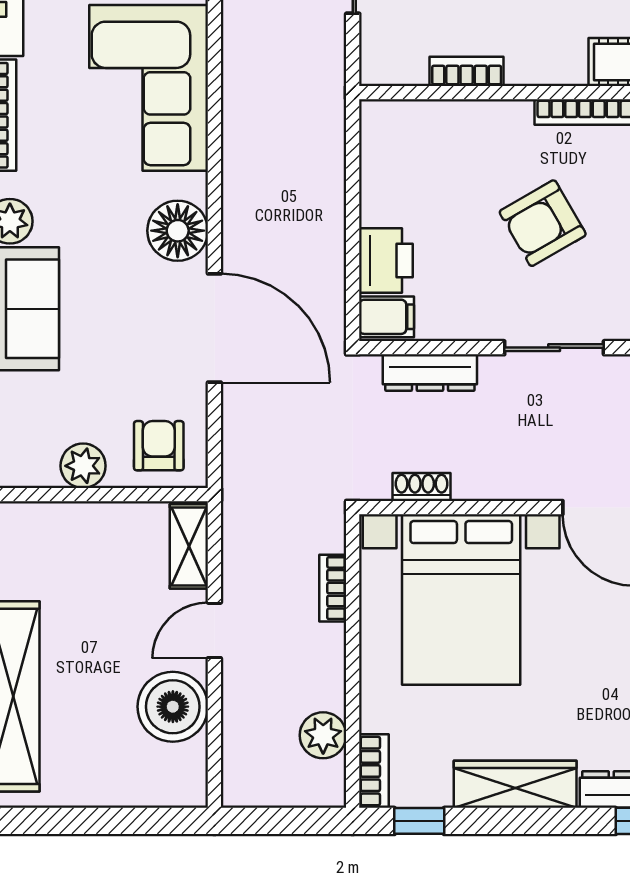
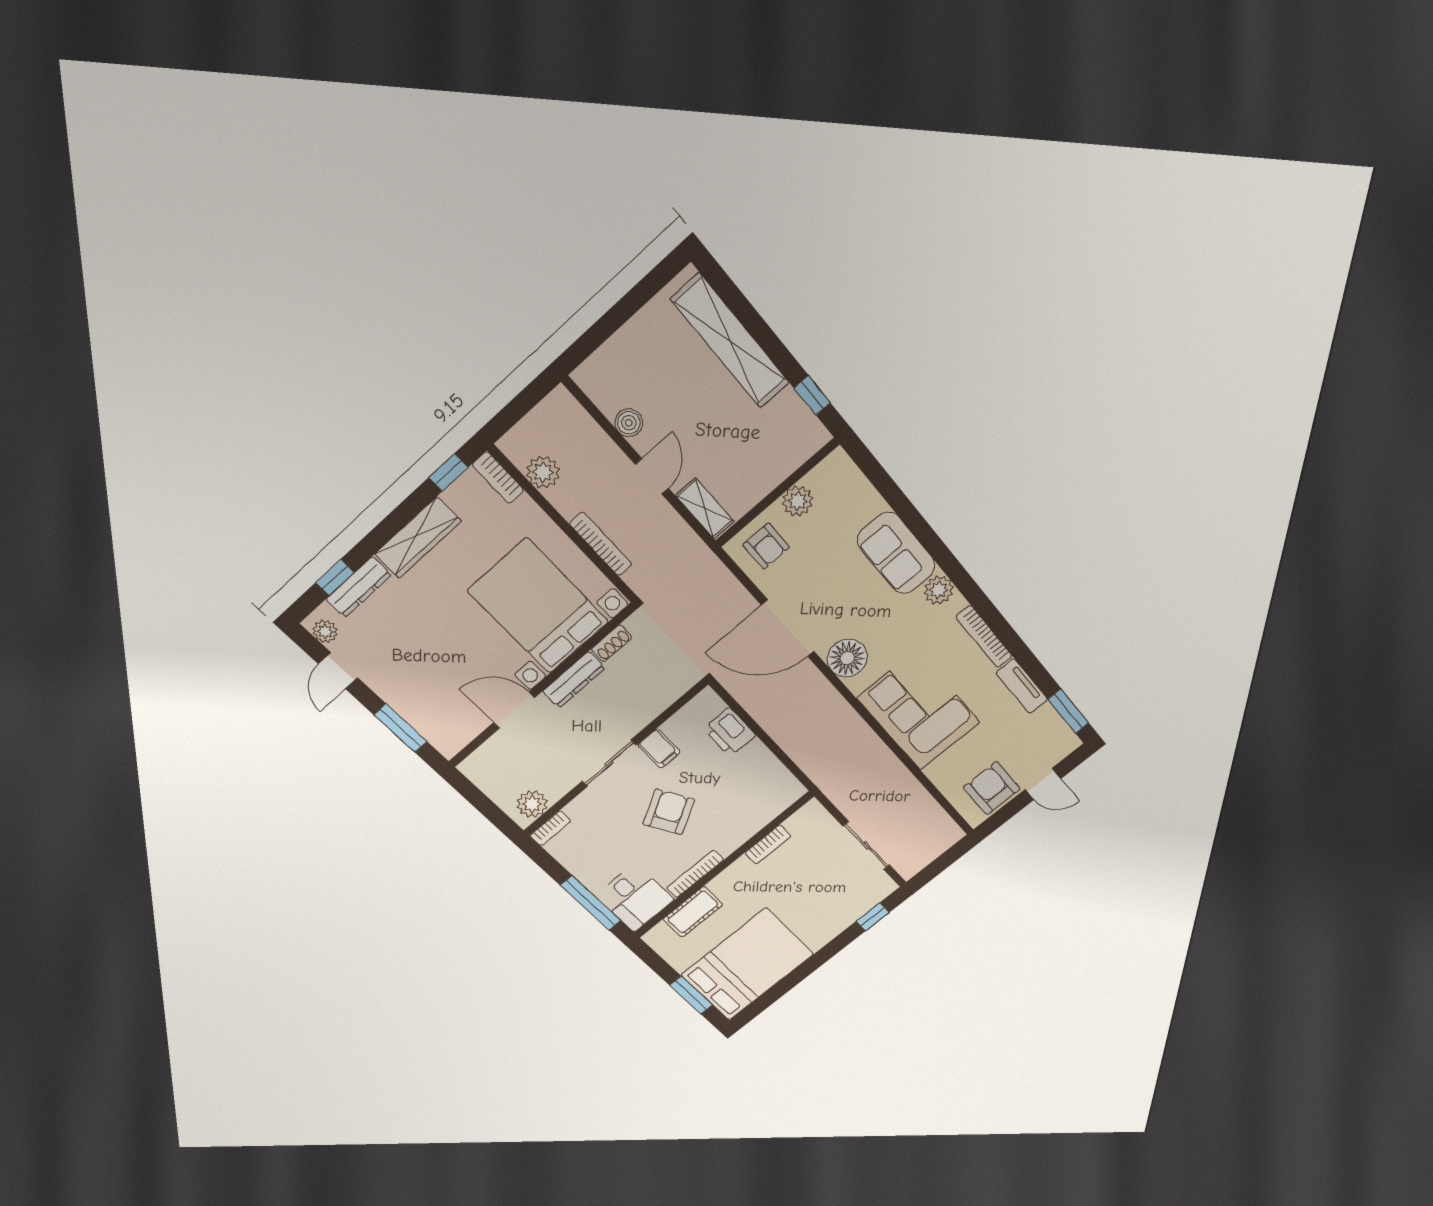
filing cabinet: (387, 317) -> (659, 748), moved, turned -90
dresser: (430, 373) -> (574, 680), moved, turned 180
bookcase: (333, 588) -> (601, 544), width x1.56
boiler: (173, 707) -> (629, 423), width x0.54, depth x0.54

